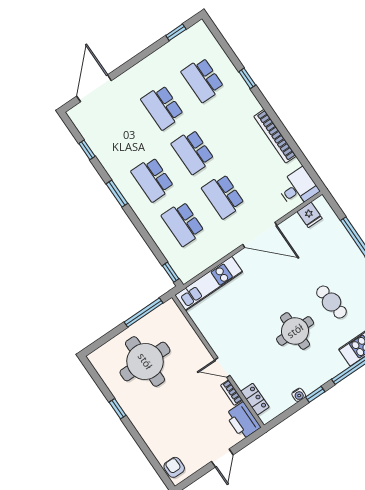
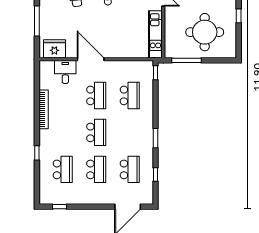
school desk: (153, 179) -> (130, 169), moved
desk: (298, 188) -> (65, 72), moved, turned 90
fridge: (310, 215) -> (54, 49), width x1.88, depth x1.34
kitchen unit: (209, 284) -> (155, 34), moved, turned -90

